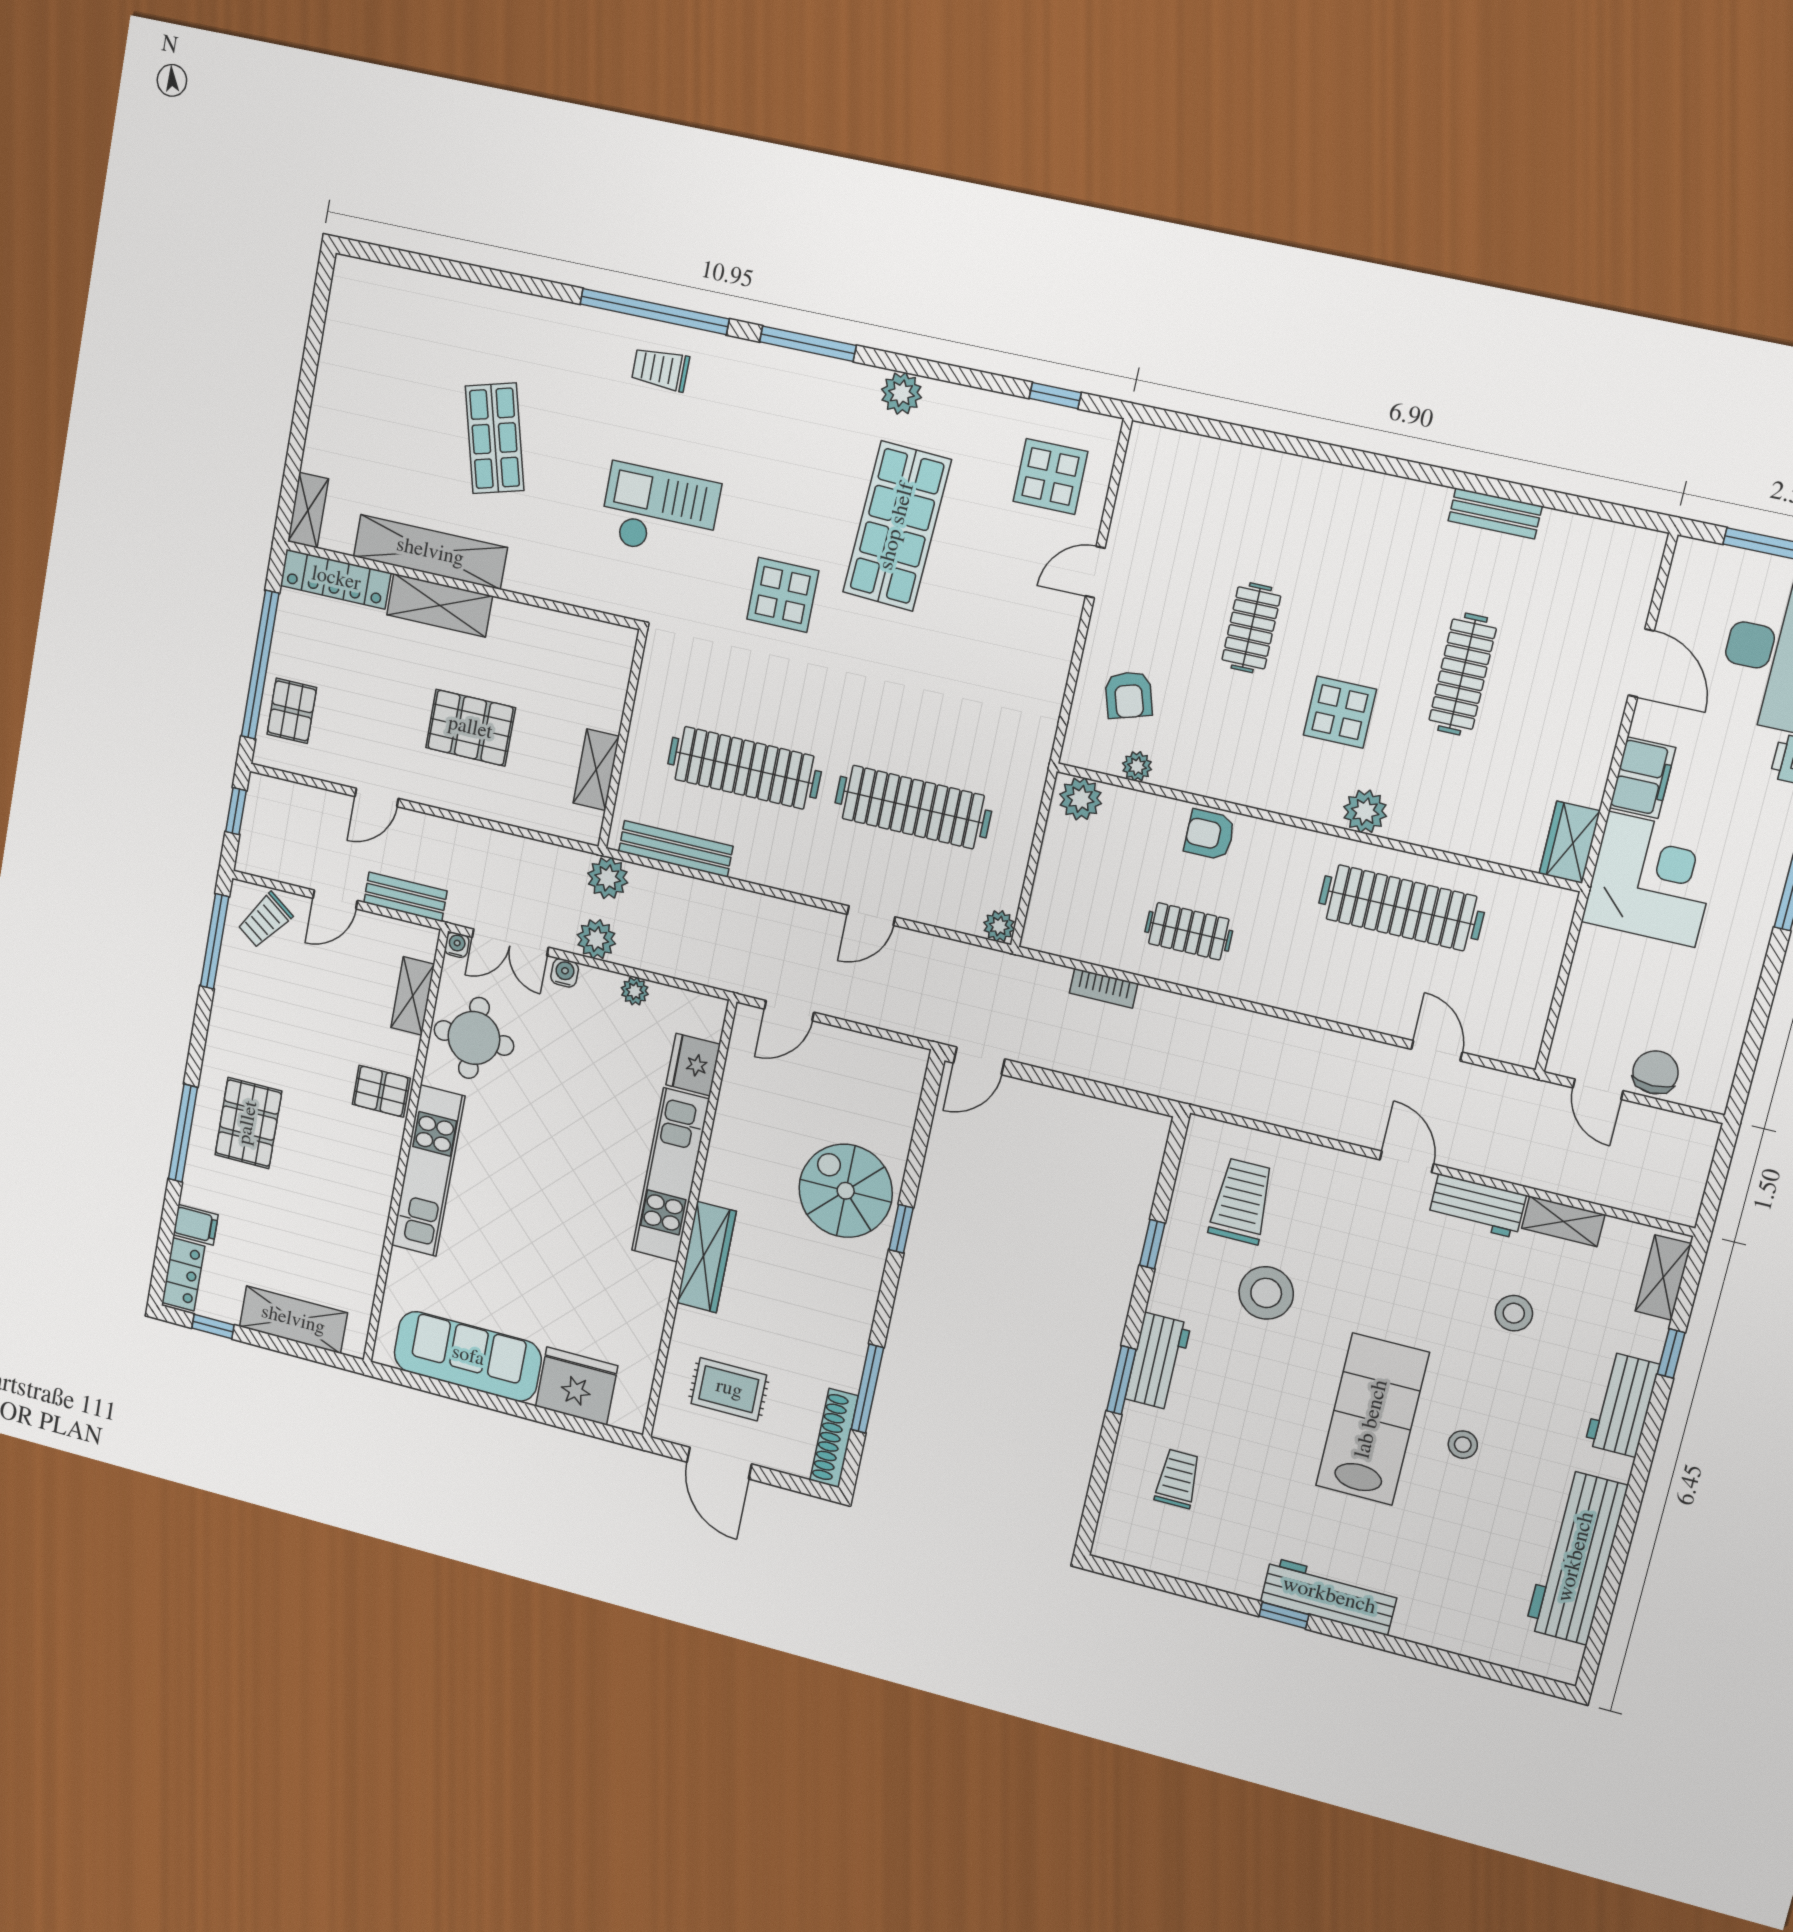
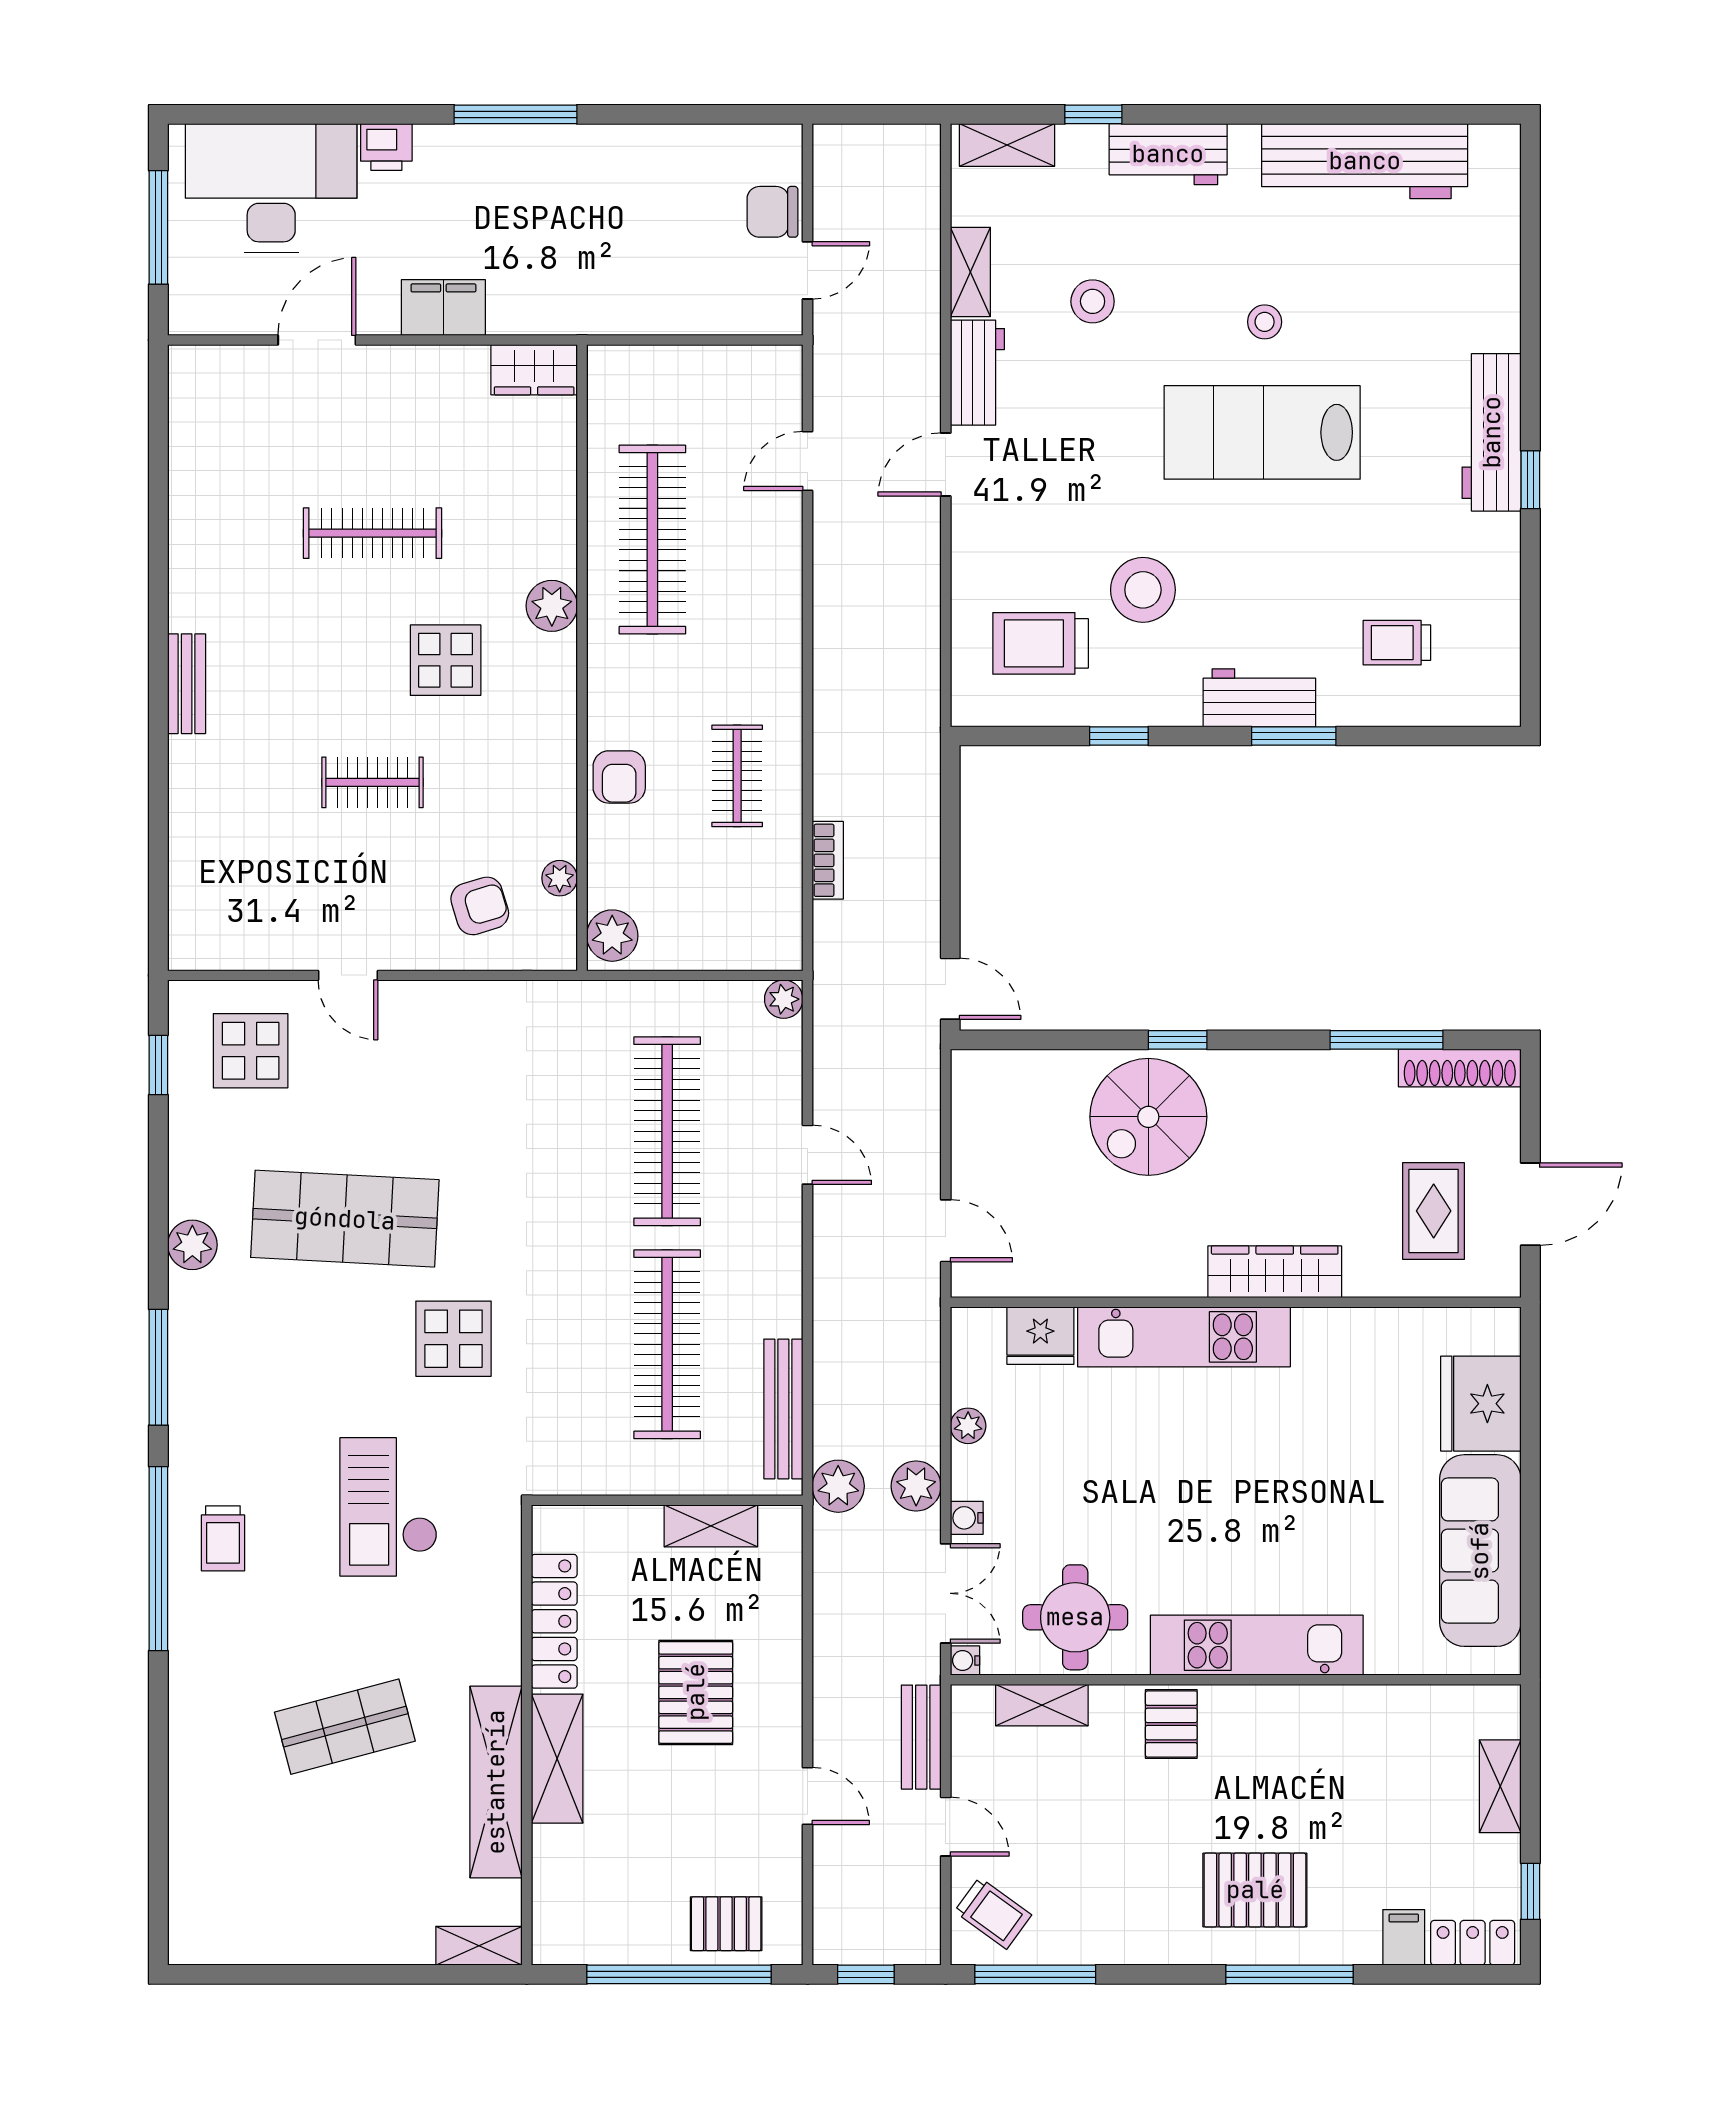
bench: (1495, 513) -> (187, 684), moved
locker: (336, 579) -> (554, 1621), moved
corner desk: (1652, 879) -> (555, 270), removed
shelving: (293, 1320) -> (1500, 1786), width x0.67, depth x0.75

